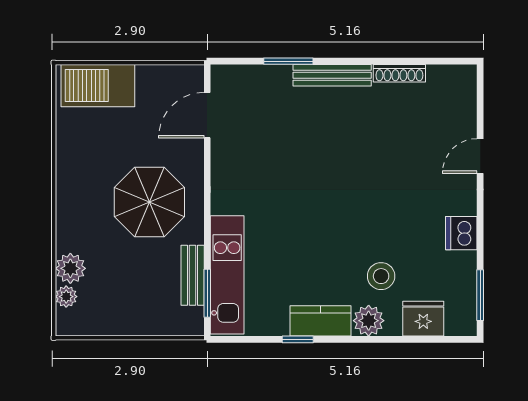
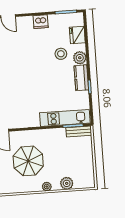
parasol: (149, 202) -> (28, 161), moved
bench: (193, 275) -> (79, 131), moved
plant: (66, 297) -> (47, 187), moved

